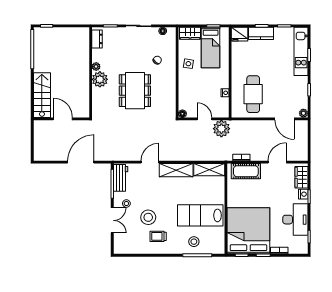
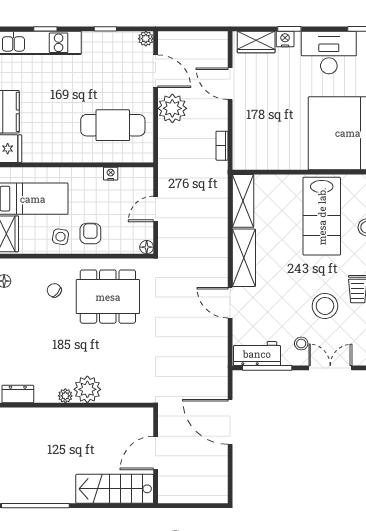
armchair: (190, 81) -> (90, 234), added
dining table: (135, 91) -> (108, 297), moved
door: (285, 119) -> (156, 71), hinge flipped
plant: (221, 129) -> (172, 108), moved
cot: (246, 171) -> (246, 138), removed

